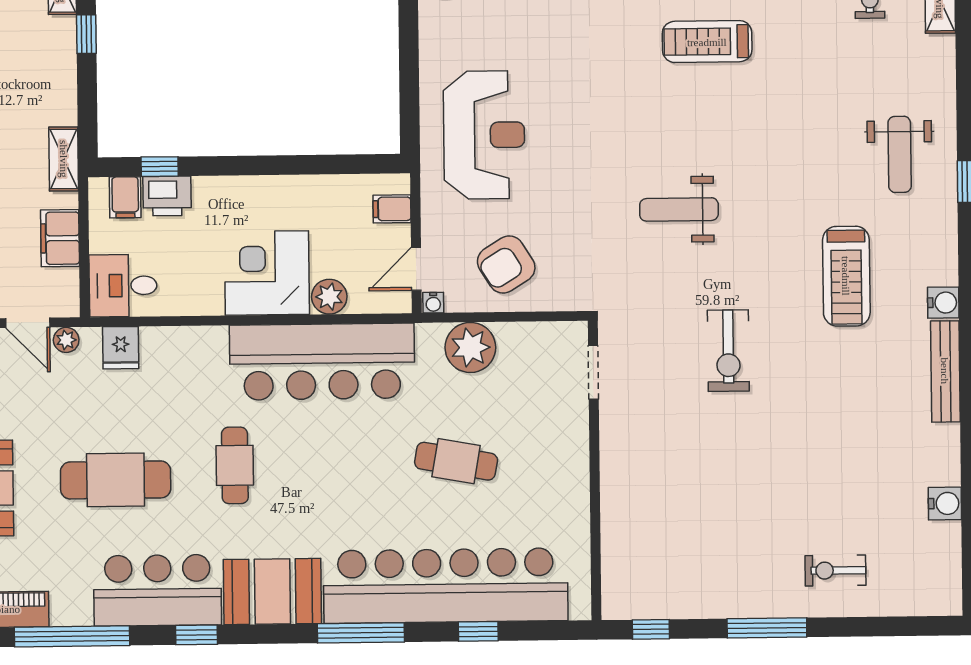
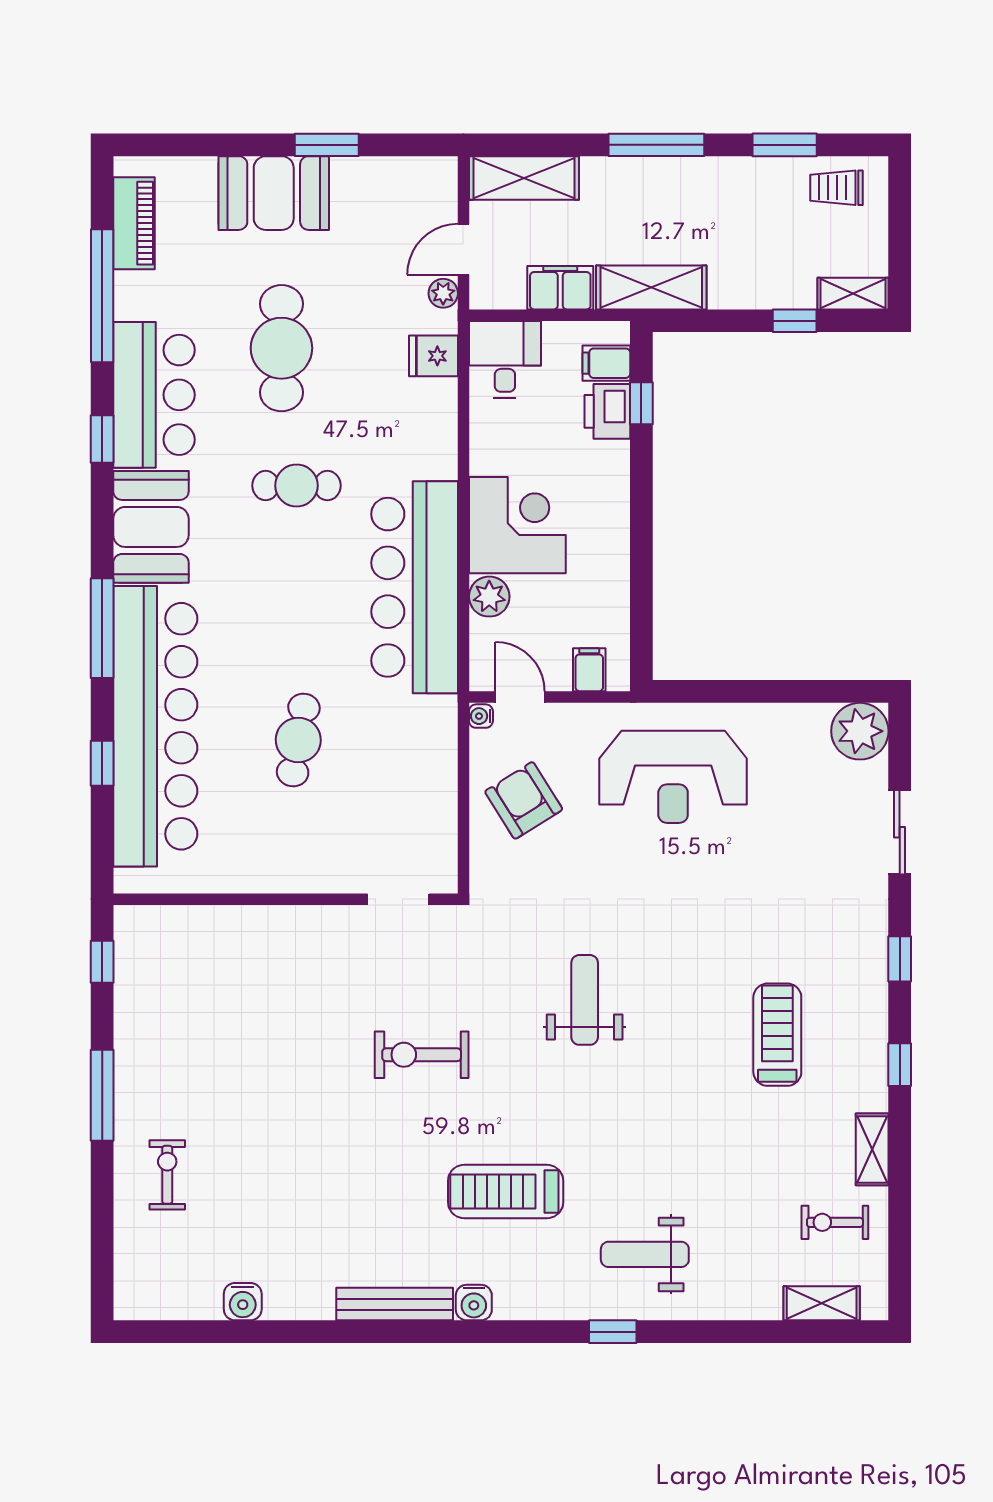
shelving: (64, 159) -> (651, 287), width x1.50, depth x1.33
plant: (470, 347) -> (429, 758), removed

